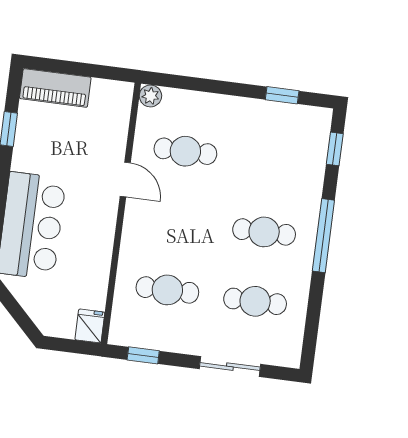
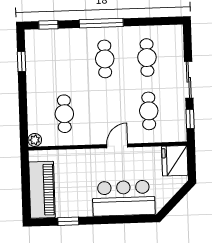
piano: (55, 88) -> (42, 190), width x1.37, depth x1.33
door: (125, 180) -> (117, 146), moved
fridge: (90, 326) -> (175, 161), width x1.88, depth x1.34
sliding door: (230, 367) -> (189, 80), moved

